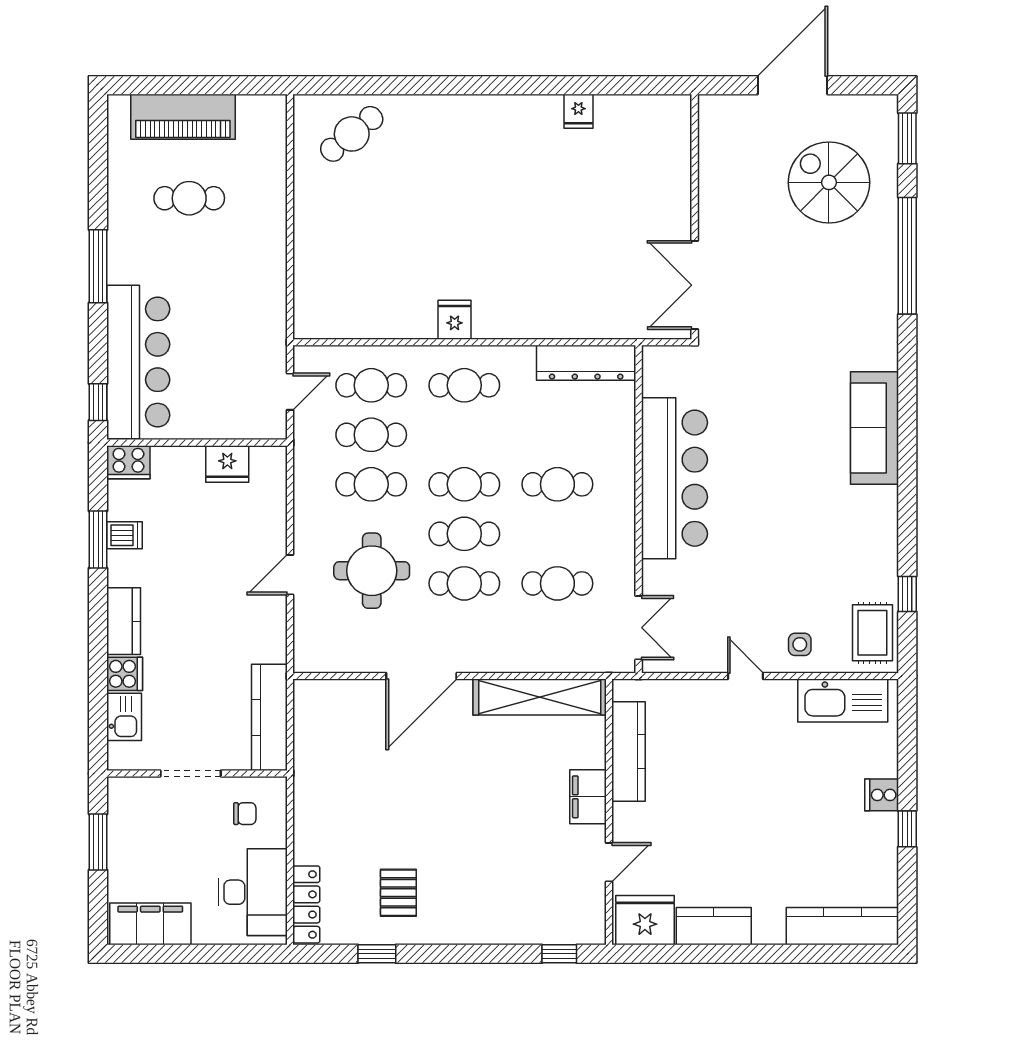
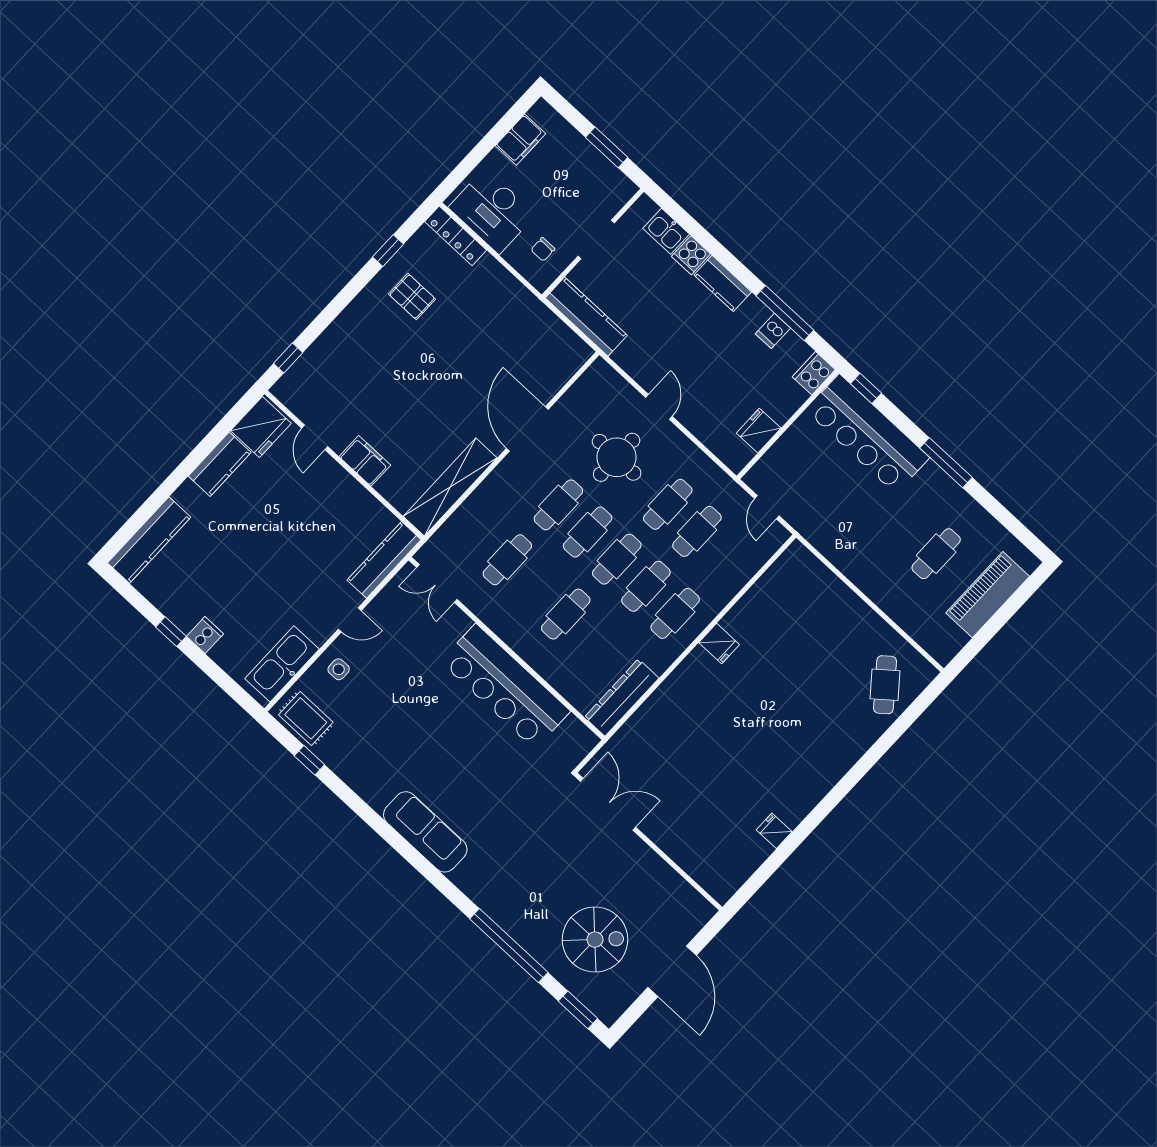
cafe table: (371, 385) -> (646, 586), moved
window: (98, 540) -> (785, 313), width x1.44
kitchen counter: (629, 751) -> (384, 560), moved, turned 90
filing cabinet: (150, 924) -> (521, 140), width x0.67, depth x0.86

